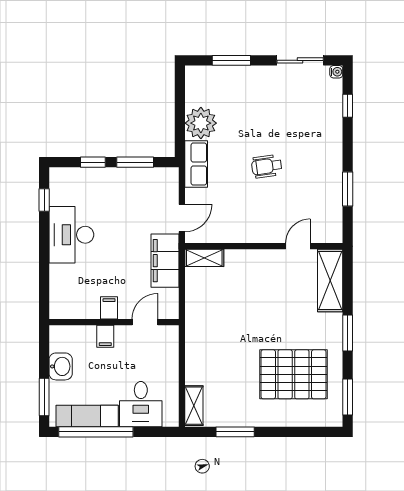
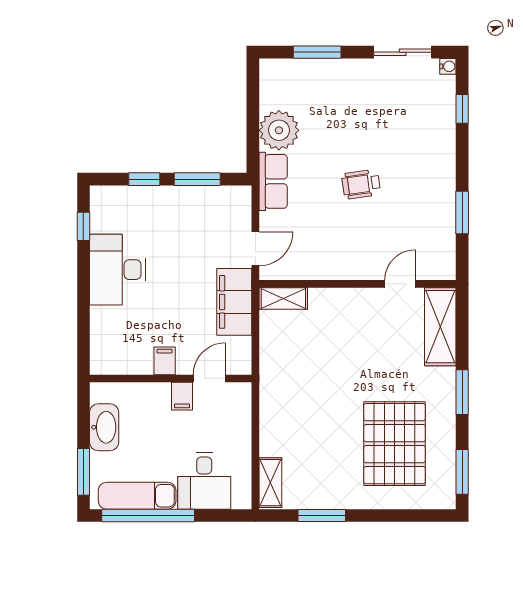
filing cabinet: (105, 336) -> (182, 396), moved
washbasin: (61, 366) -> (104, 427), width x1.38
pallet: (293, 374) -> (395, 444), turned 90

